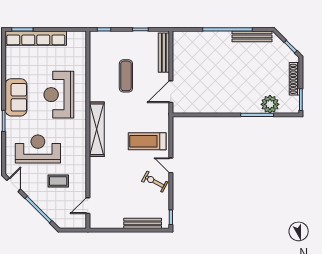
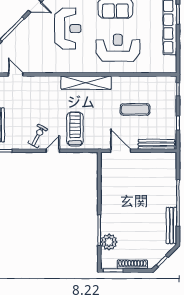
coffee table: (58, 181) -> (38, 47), removed

